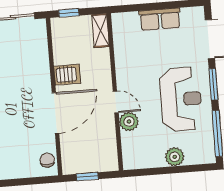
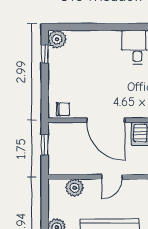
plant: (129, 122) -> (75, 188), moved

